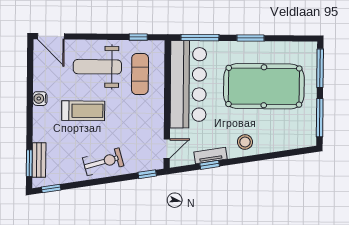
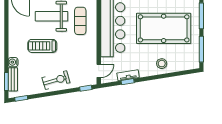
water cooler: (40, 99) -> (13, 62), moved
treadmill: (83, 111) -> (42, 46), turned 180
stool: (245, 142) -> (162, 64), moved

